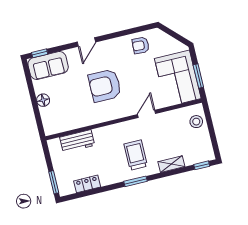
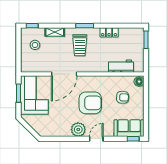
armchair: (141, 45) -> (123, 97), moved
plant: (112, 48) -> (78, 130), added
floor lamp: (43, 100) -> (139, 82), moved
door: (147, 114) -> (64, 74), width x1.88
stool: (196, 122) -> (35, 45), moved
locker: (87, 184) -> (109, 32), moved

